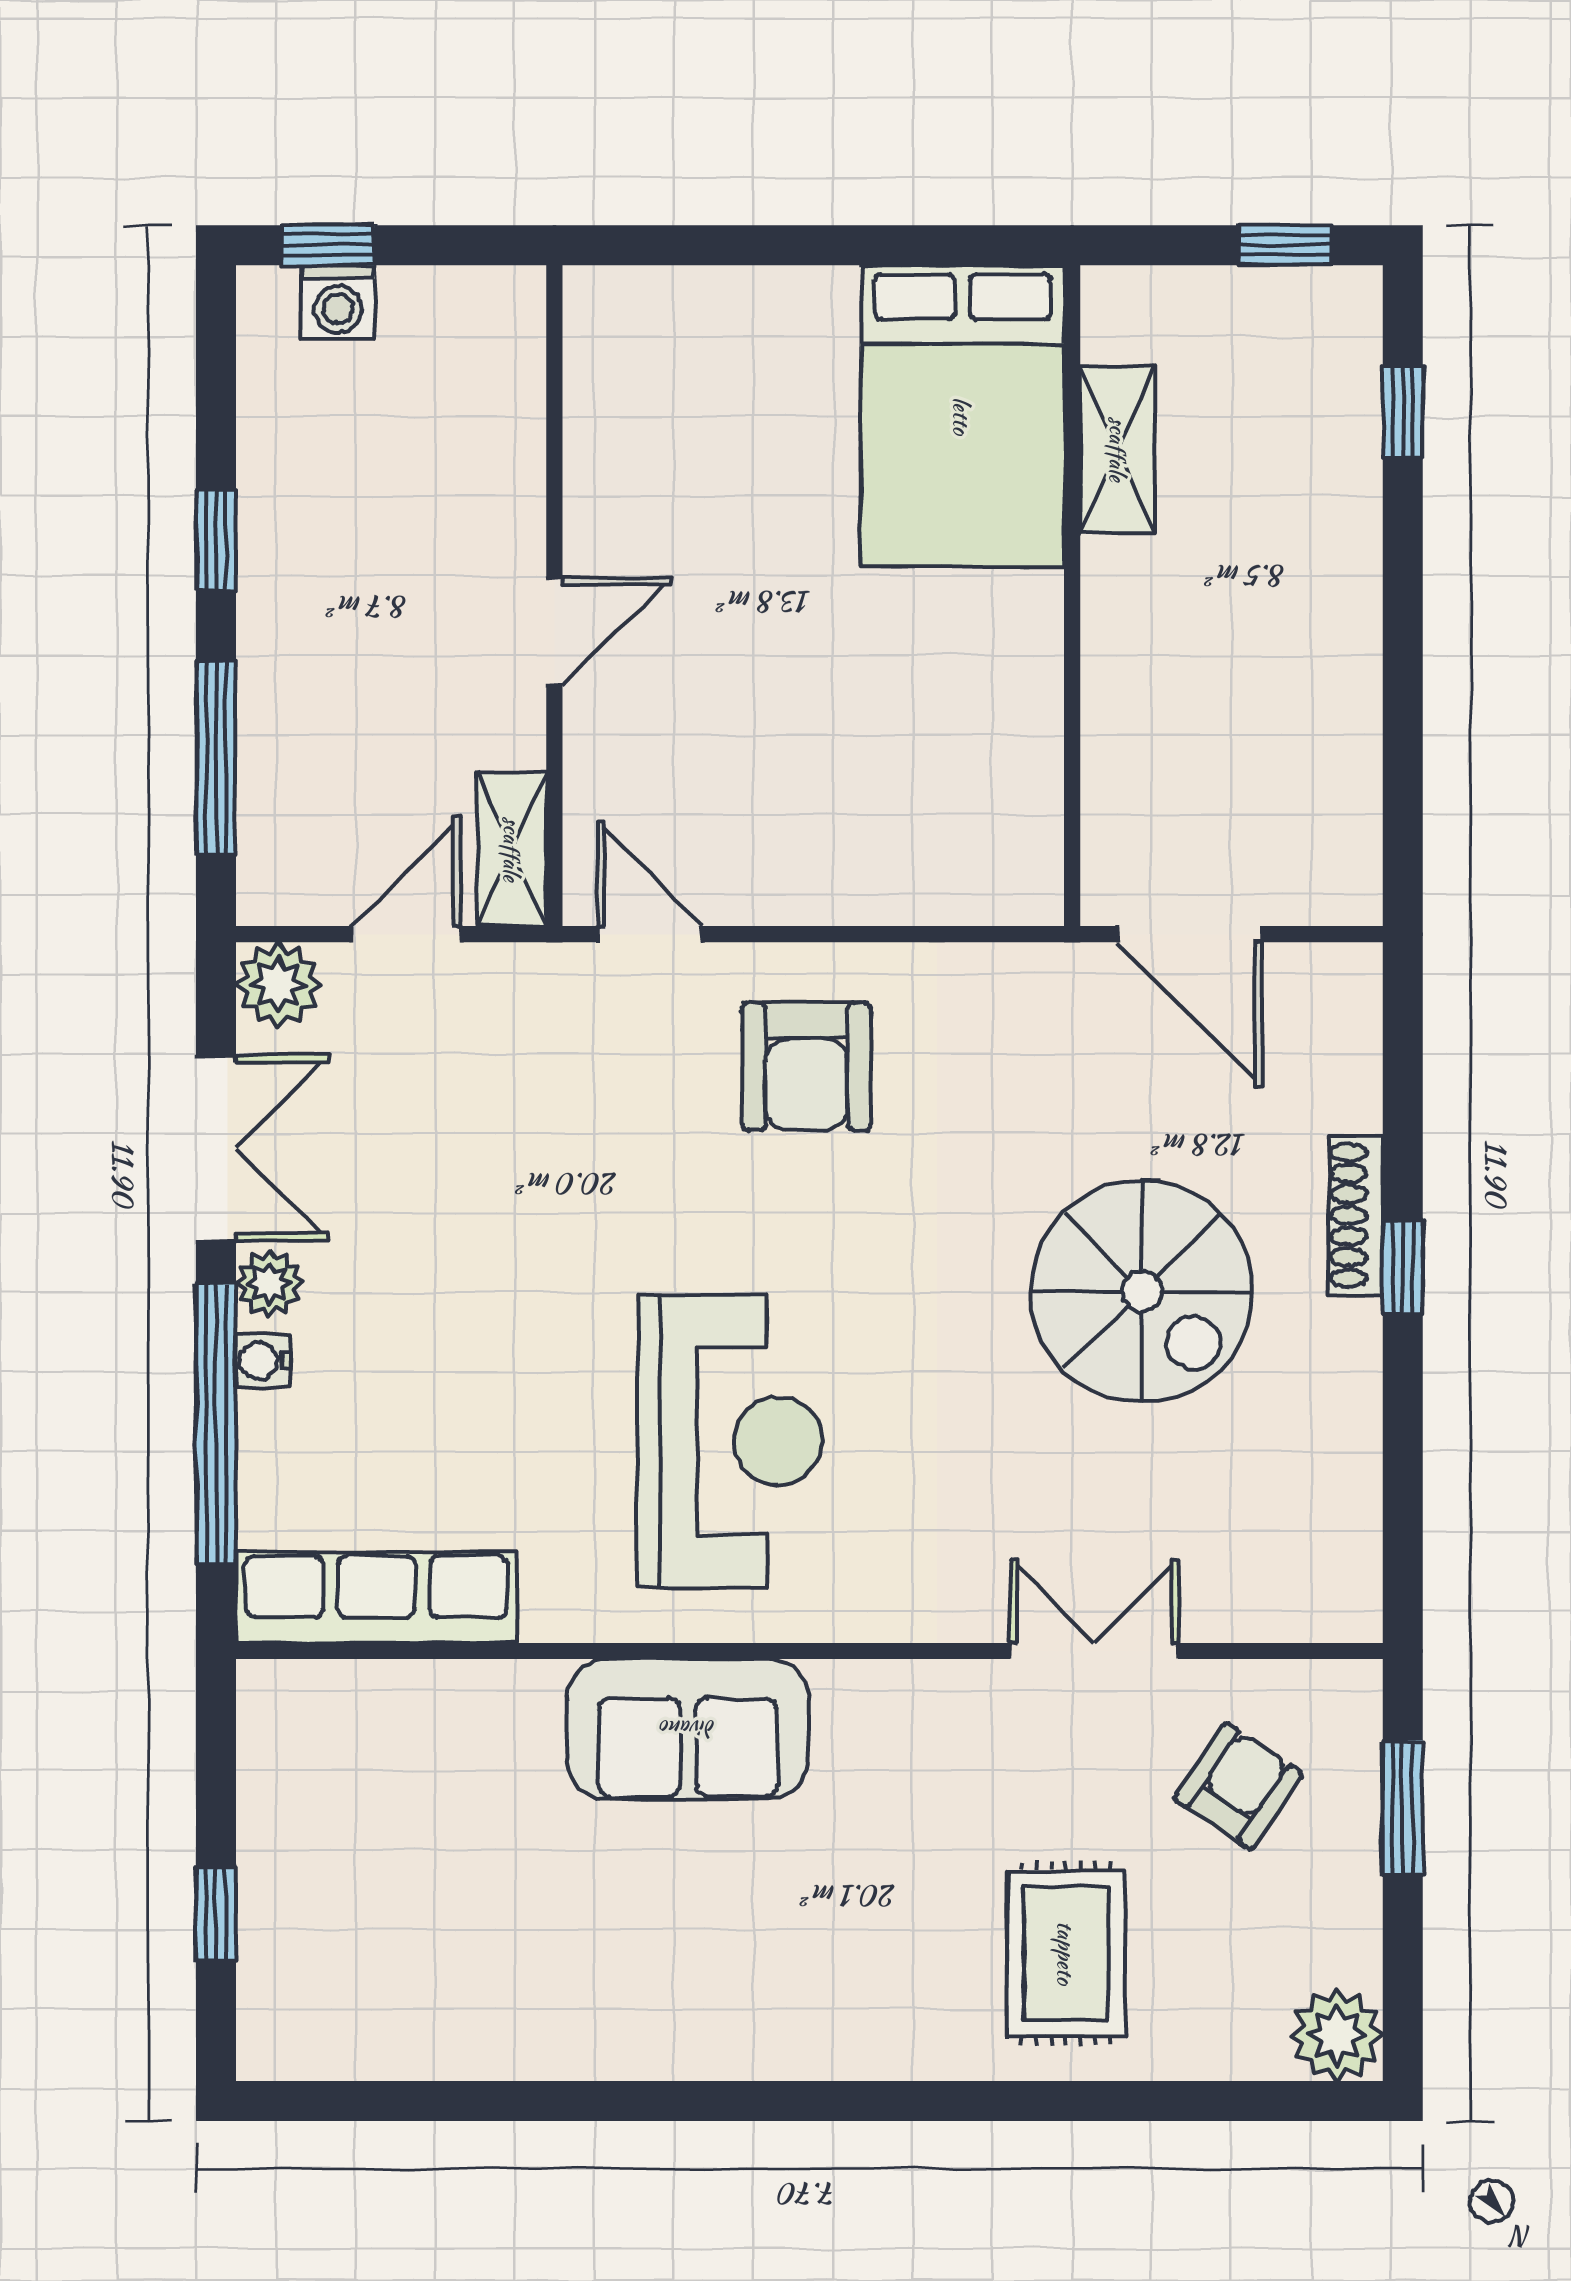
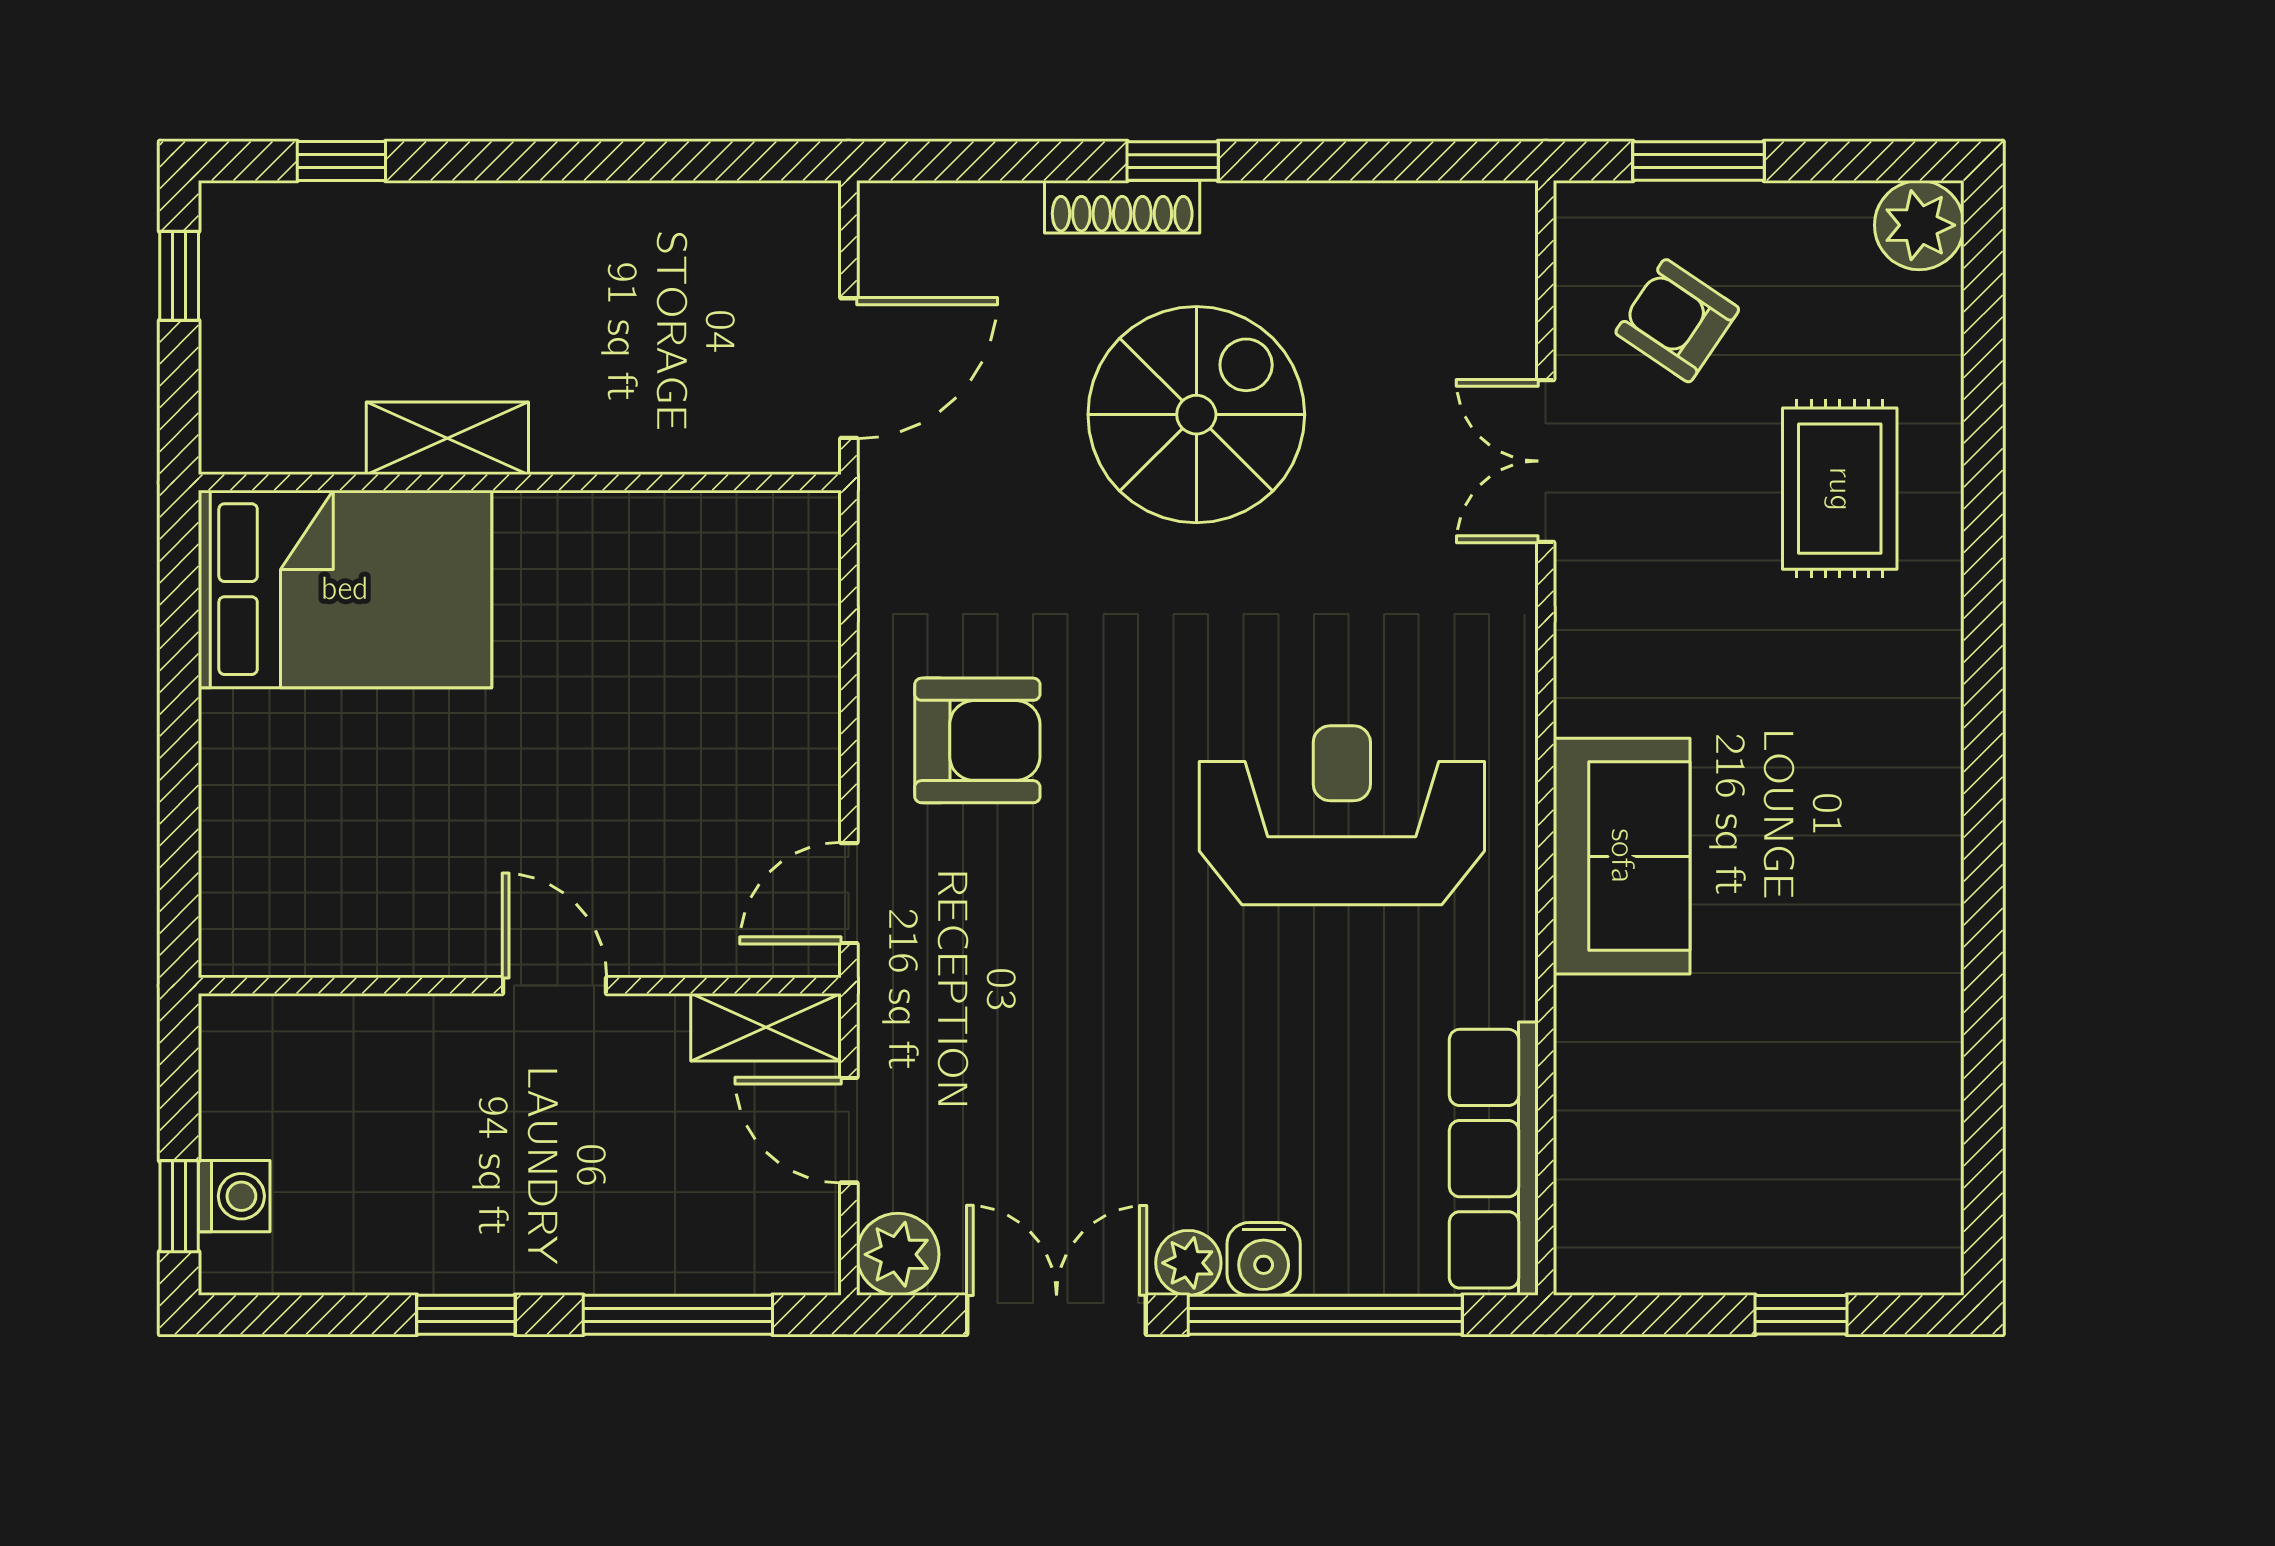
shelving: (1118, 449) -> (447, 438), moved
water cooler: (263, 1361) -> (1264, 1259), width x1.38, depth x1.38
rug: (1066, 1953) -> (1840, 489), turned 90

